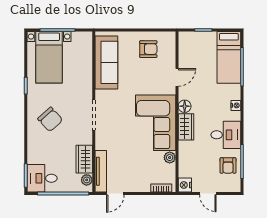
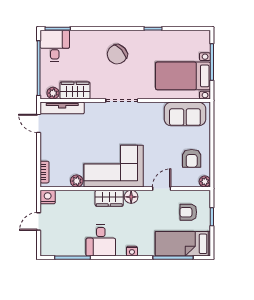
plant: (170, 37) -> (205, 182), added
bed with nightstands: (49, 57) -> (183, 76), moved
sofa: (106, 62) -> (185, 114), width x0.73
door: (177, 77) -> (162, 189), swing flipped
armchair: (228, 165) -> (188, 212), moved

